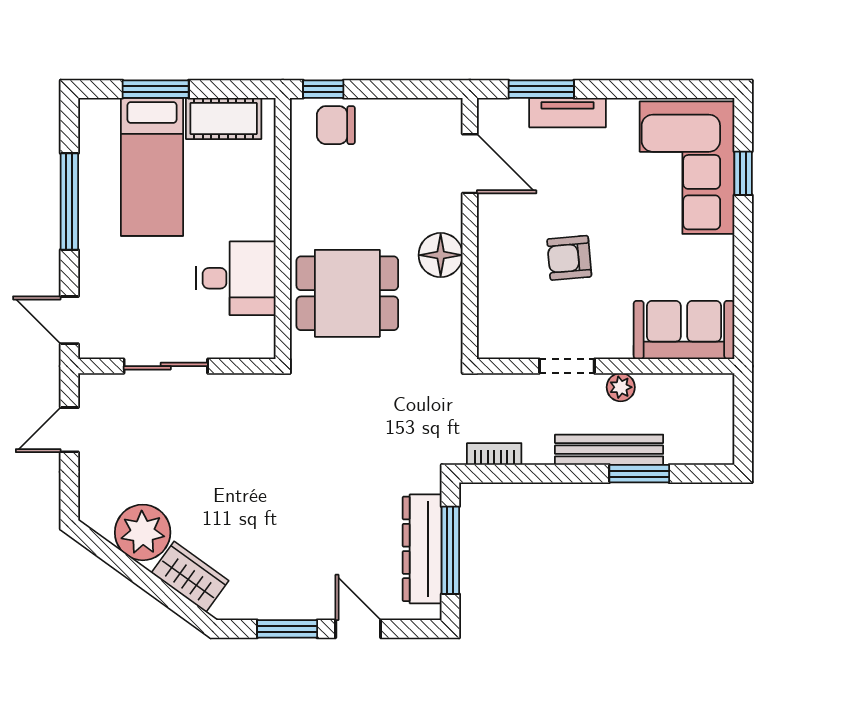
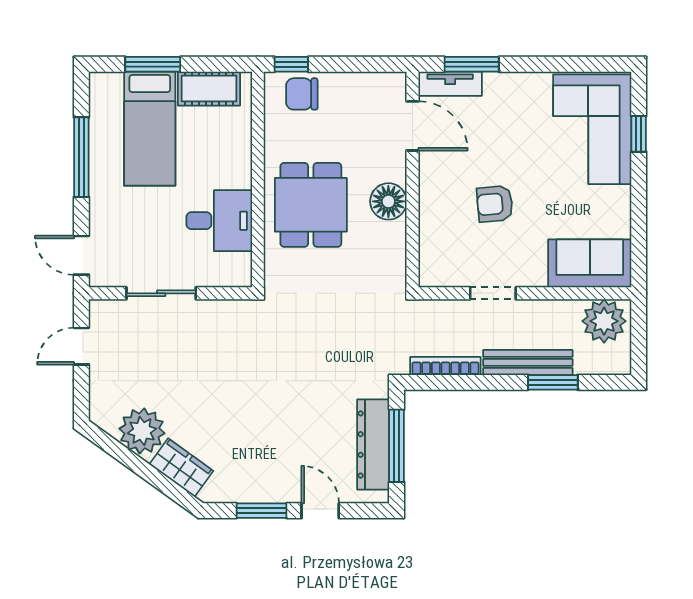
tv unit: (568, 113) -> (450, 84), moved
dining table: (347, 293) -> (311, 205), moved, turned 90
plant: (621, 387) -> (604, 321), moved, width x1.88, depth x1.88
bookcase: (494, 454) -> (445, 366), width x1.56

